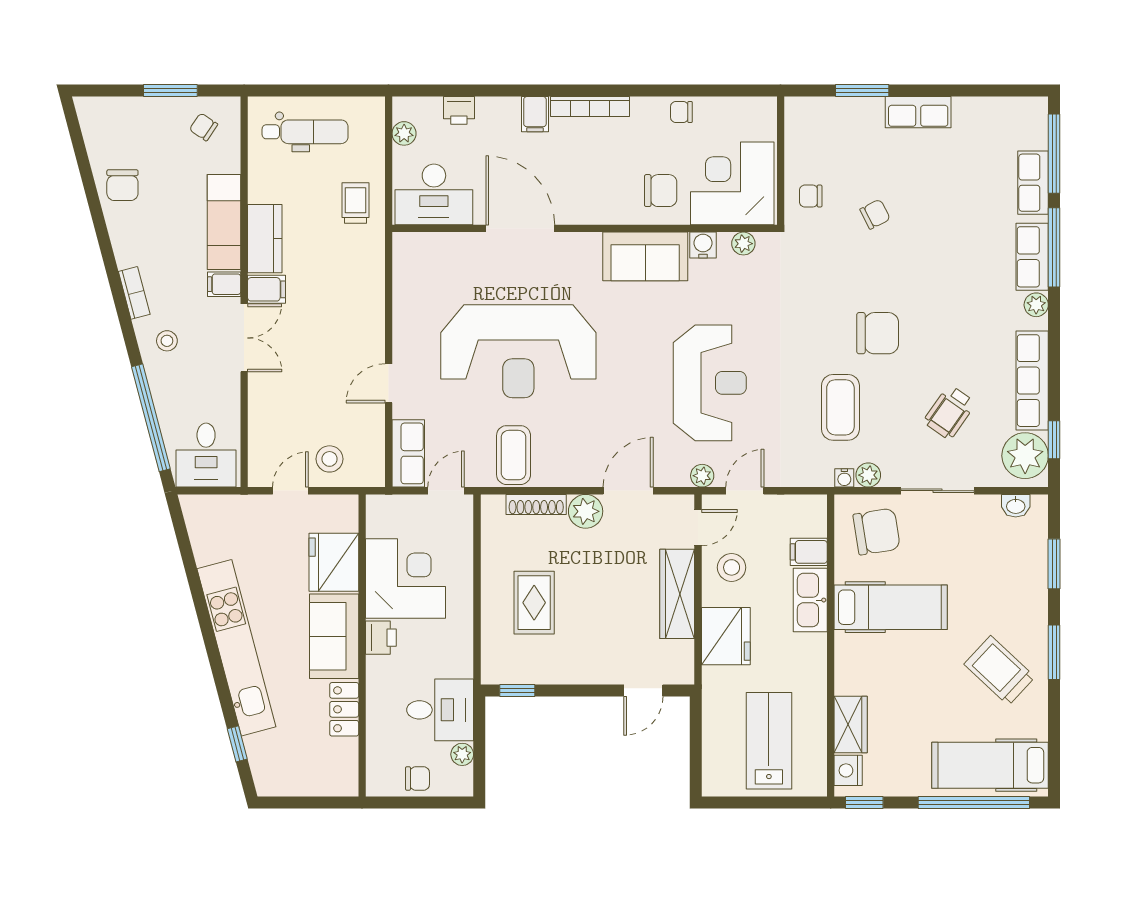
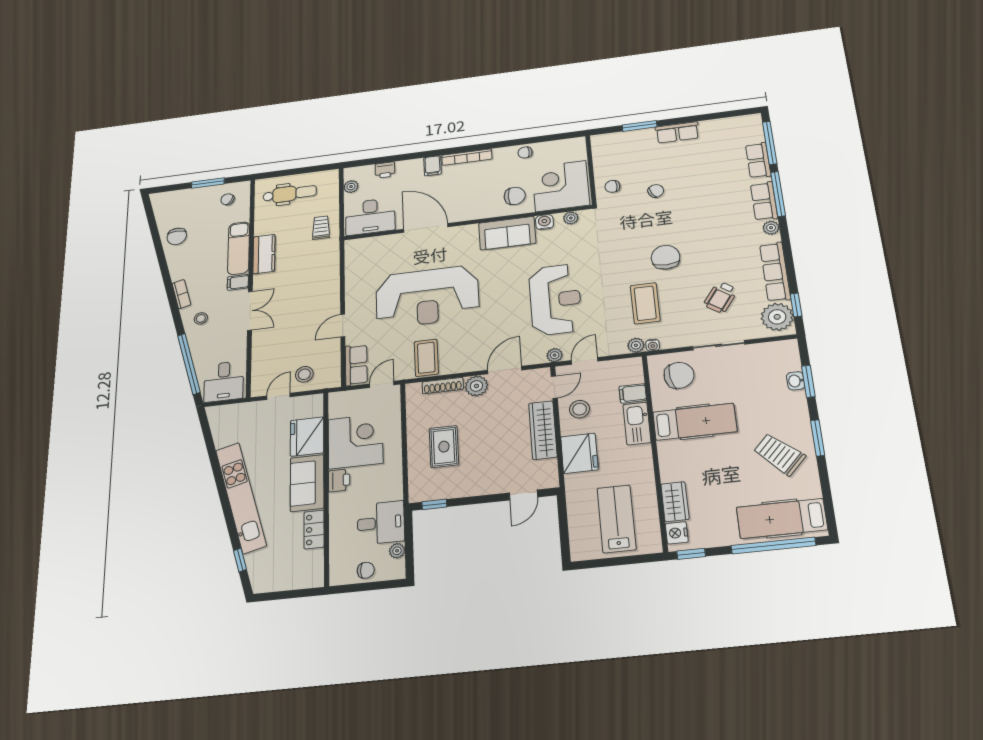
filing cabinet: (266, 289) -> (265, 282), removed
chair: (878, 333) -> (666, 257), turned -90
plant: (868, 475) -> (636, 345), moved
washbasin: (1016, 506) -> (796, 381), moved, turned 90

